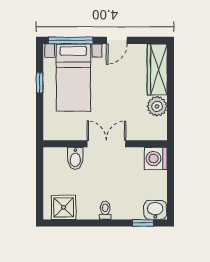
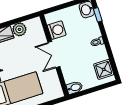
bidet: (75, 158) -> (75, 88), moved
washing machine: (156, 158) -> (57, 30), moved, turned -90

